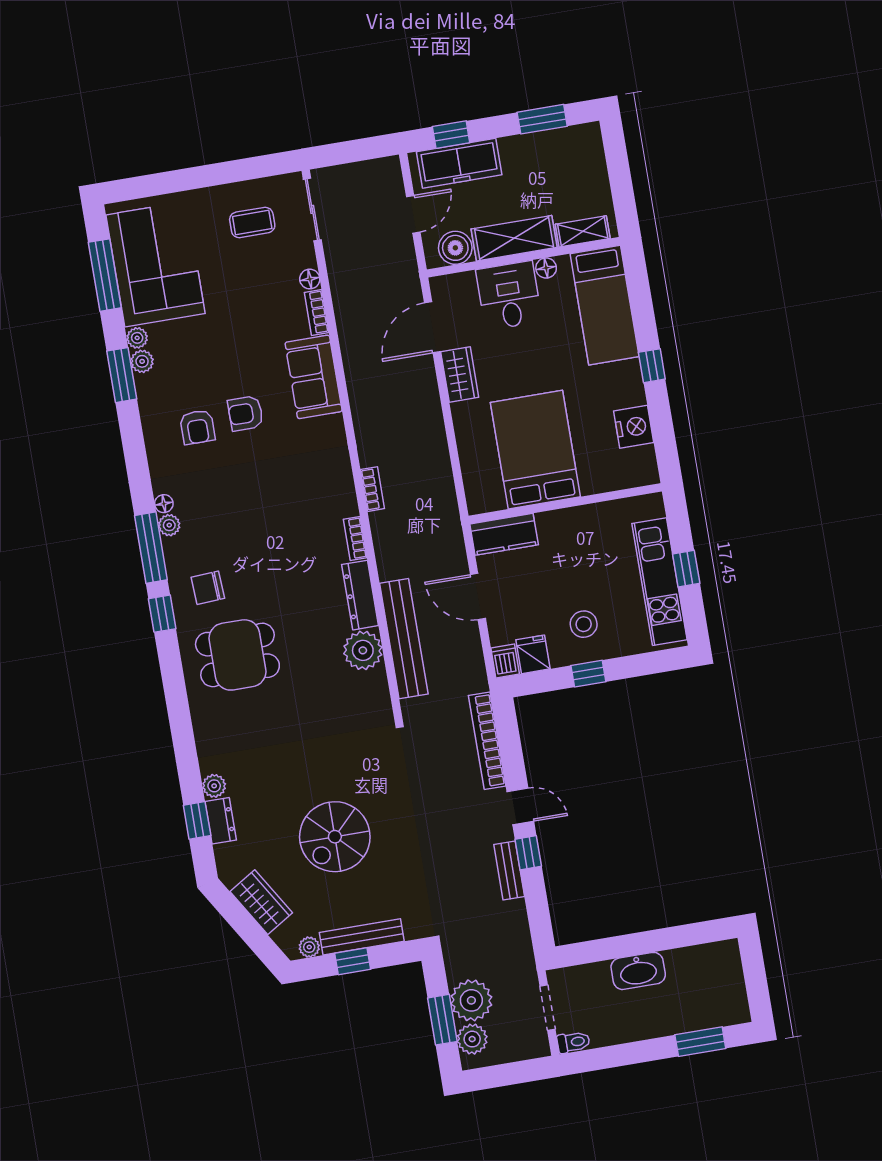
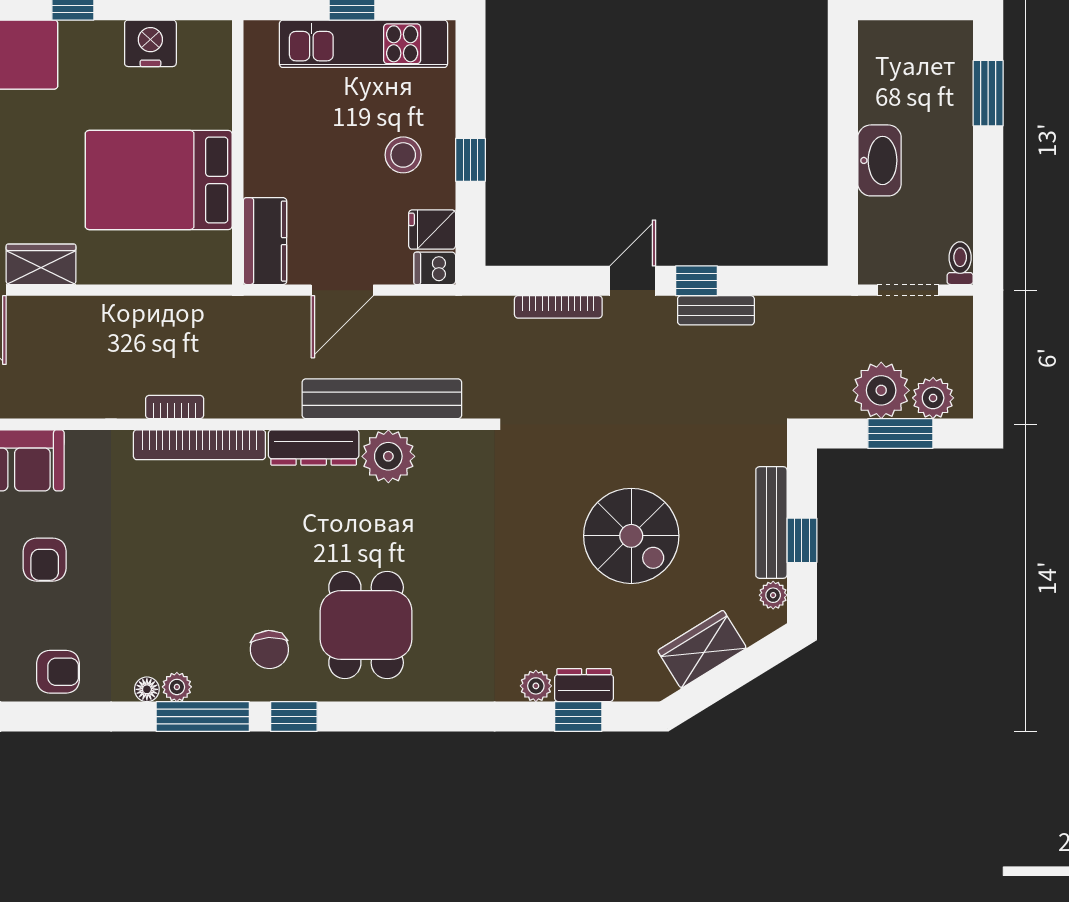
armchair: (197, 427) -> (58, 672), moved
bookcase: (355, 539) -> (199, 445), width x2.31, depth x1.31
bookcase: (487, 741) -> (558, 307), width x0.68, depth x0.76

